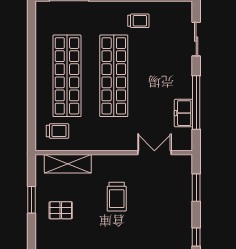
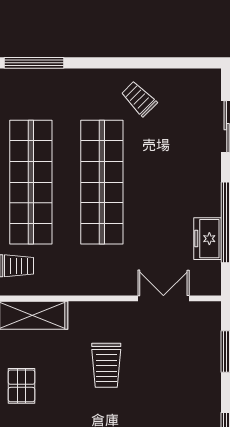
trolley: (138, 21) -> (139, 99), turned -135
pallet: (61, 210) -> (21, 386), turned 90

